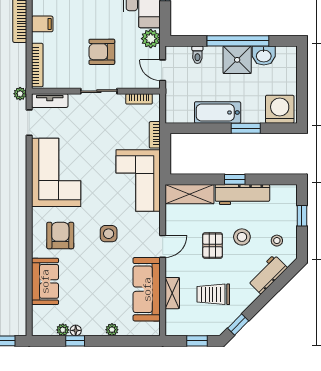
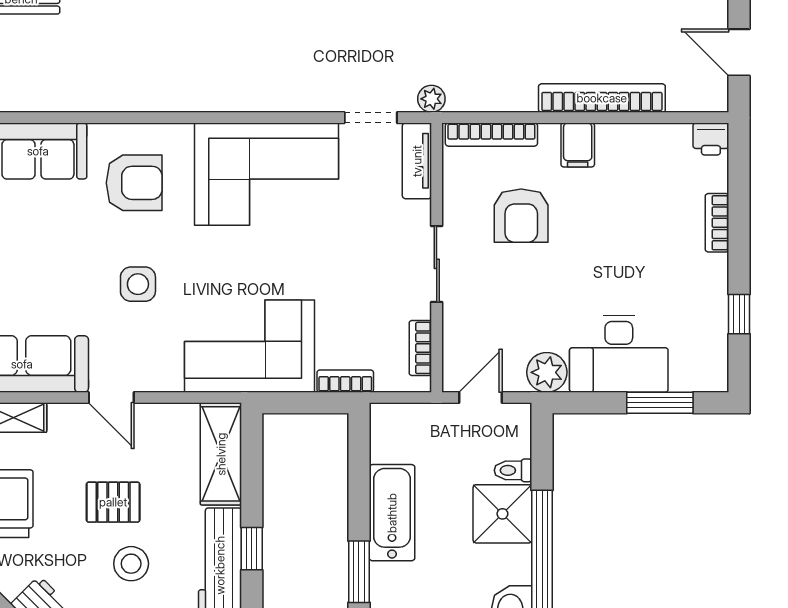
armchair: (102, 52) -> (521, 216), moved, turned 180
shower: (237, 60) -> (502, 514), moved

